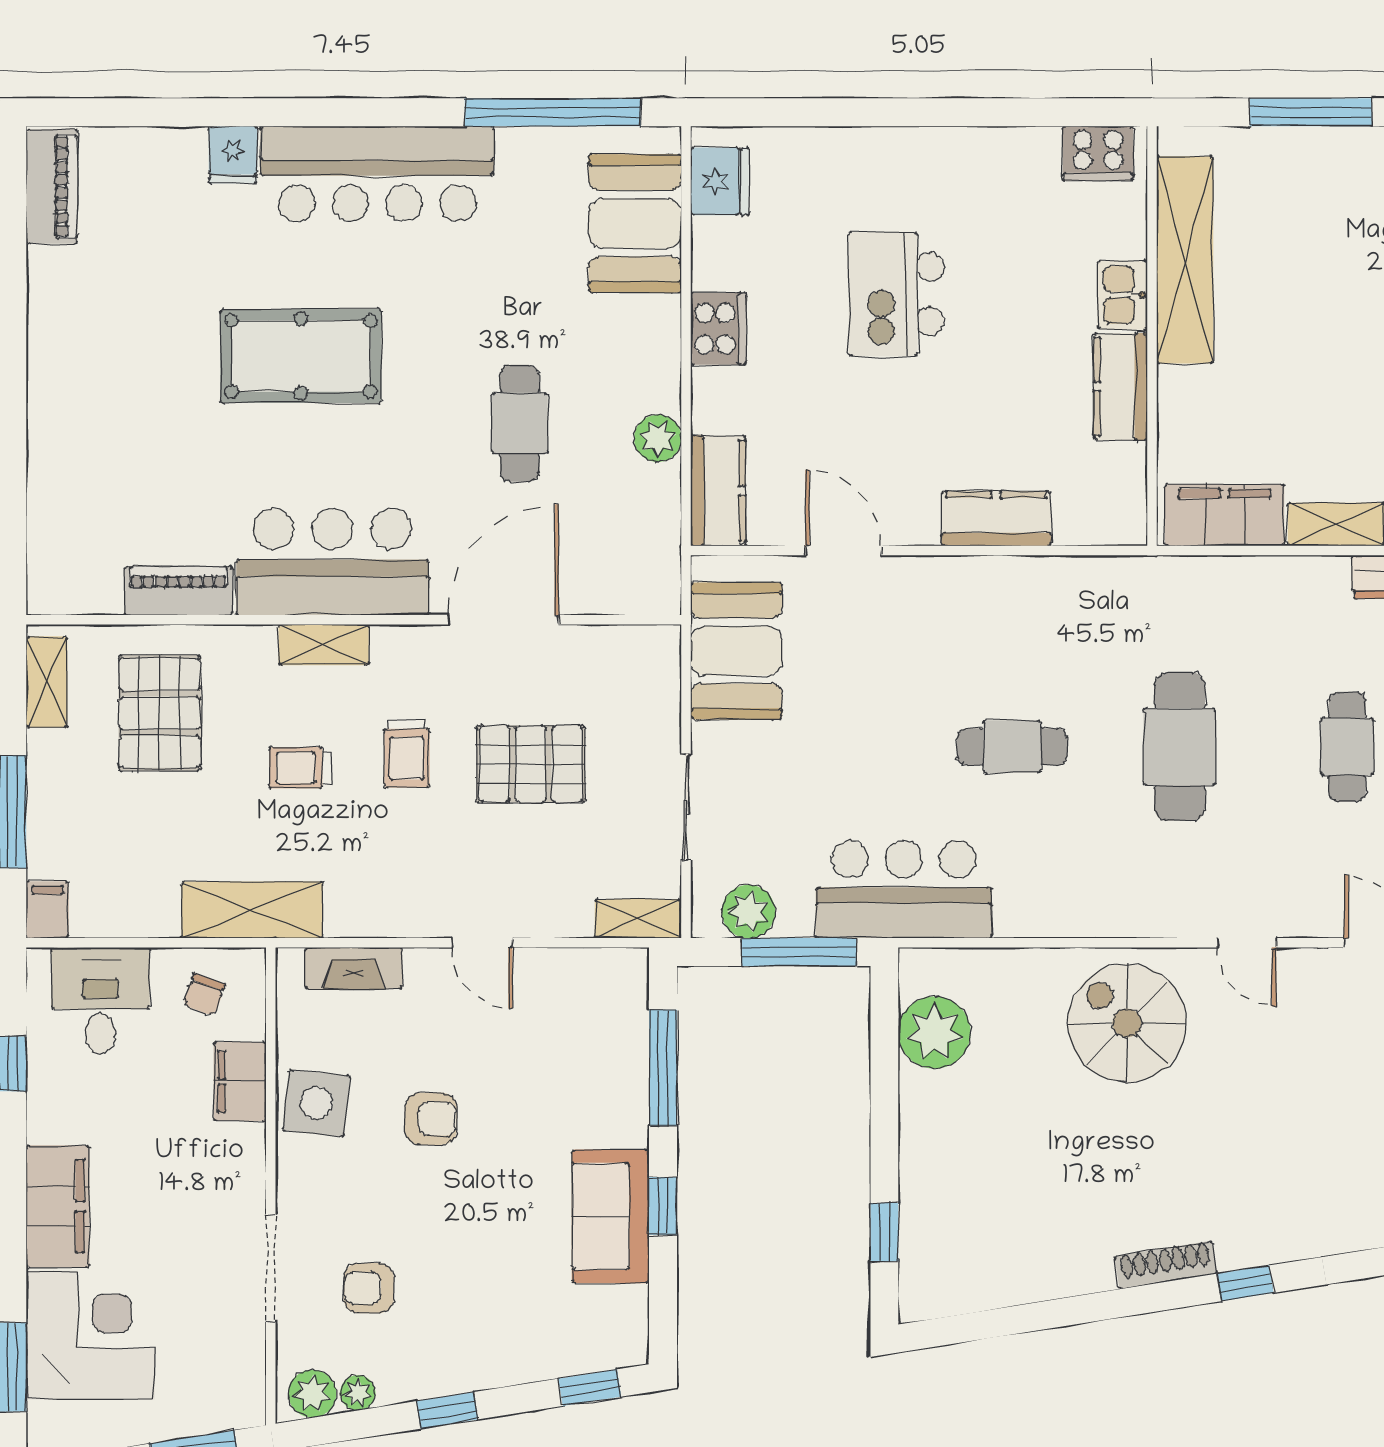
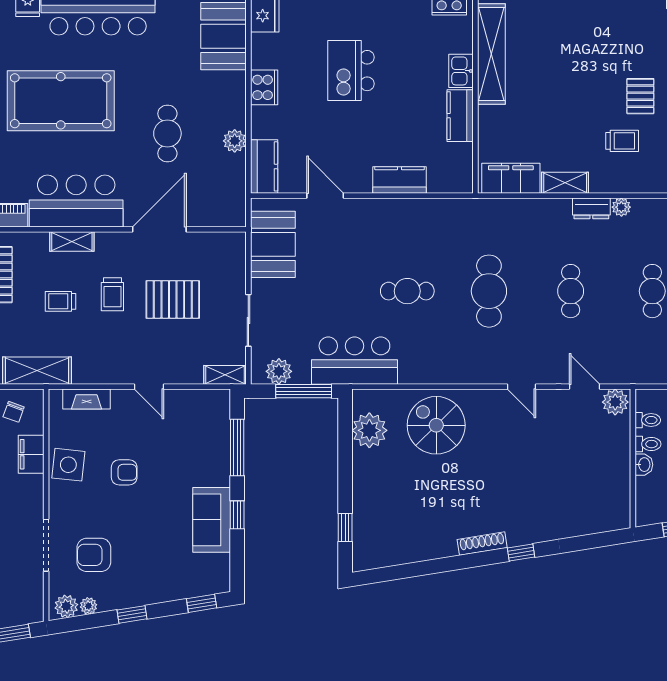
pool table: (301, 356) -> (61, 101), width x1.36, depth x1.32
spiral stairs: (1127, 1023) -> (436, 425), moved
armchair: (369, 1288) -> (94, 555), width x1.38, depth x1.38

